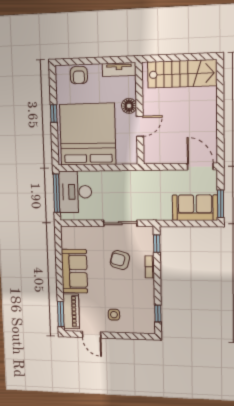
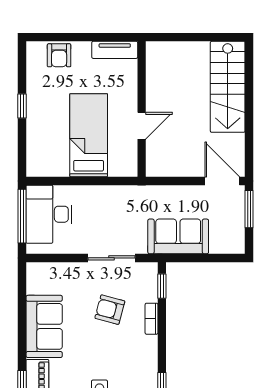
stairs: (182, 74) -> (228, 87), moved, turned 90
floor lamp: (129, 106) -> (127, 98), removed
bed: (88, 134) -> (89, 135), width x0.49
window: (221, 204) -> (249, 209), moved
sofa: (195, 208) -> (178, 236), moved

